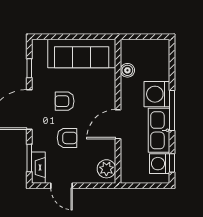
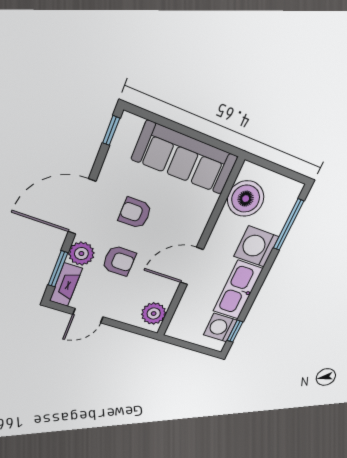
window: (29, 68) -> (111, 130), moved
boiler: (127, 70) -> (246, 199), width x1.86, depth x1.86
window: (172, 111) -> (288, 225), moved
plant: (41, 142) -> (81, 254), added
door: (62, 186) -> (88, 316), hinge flipped

